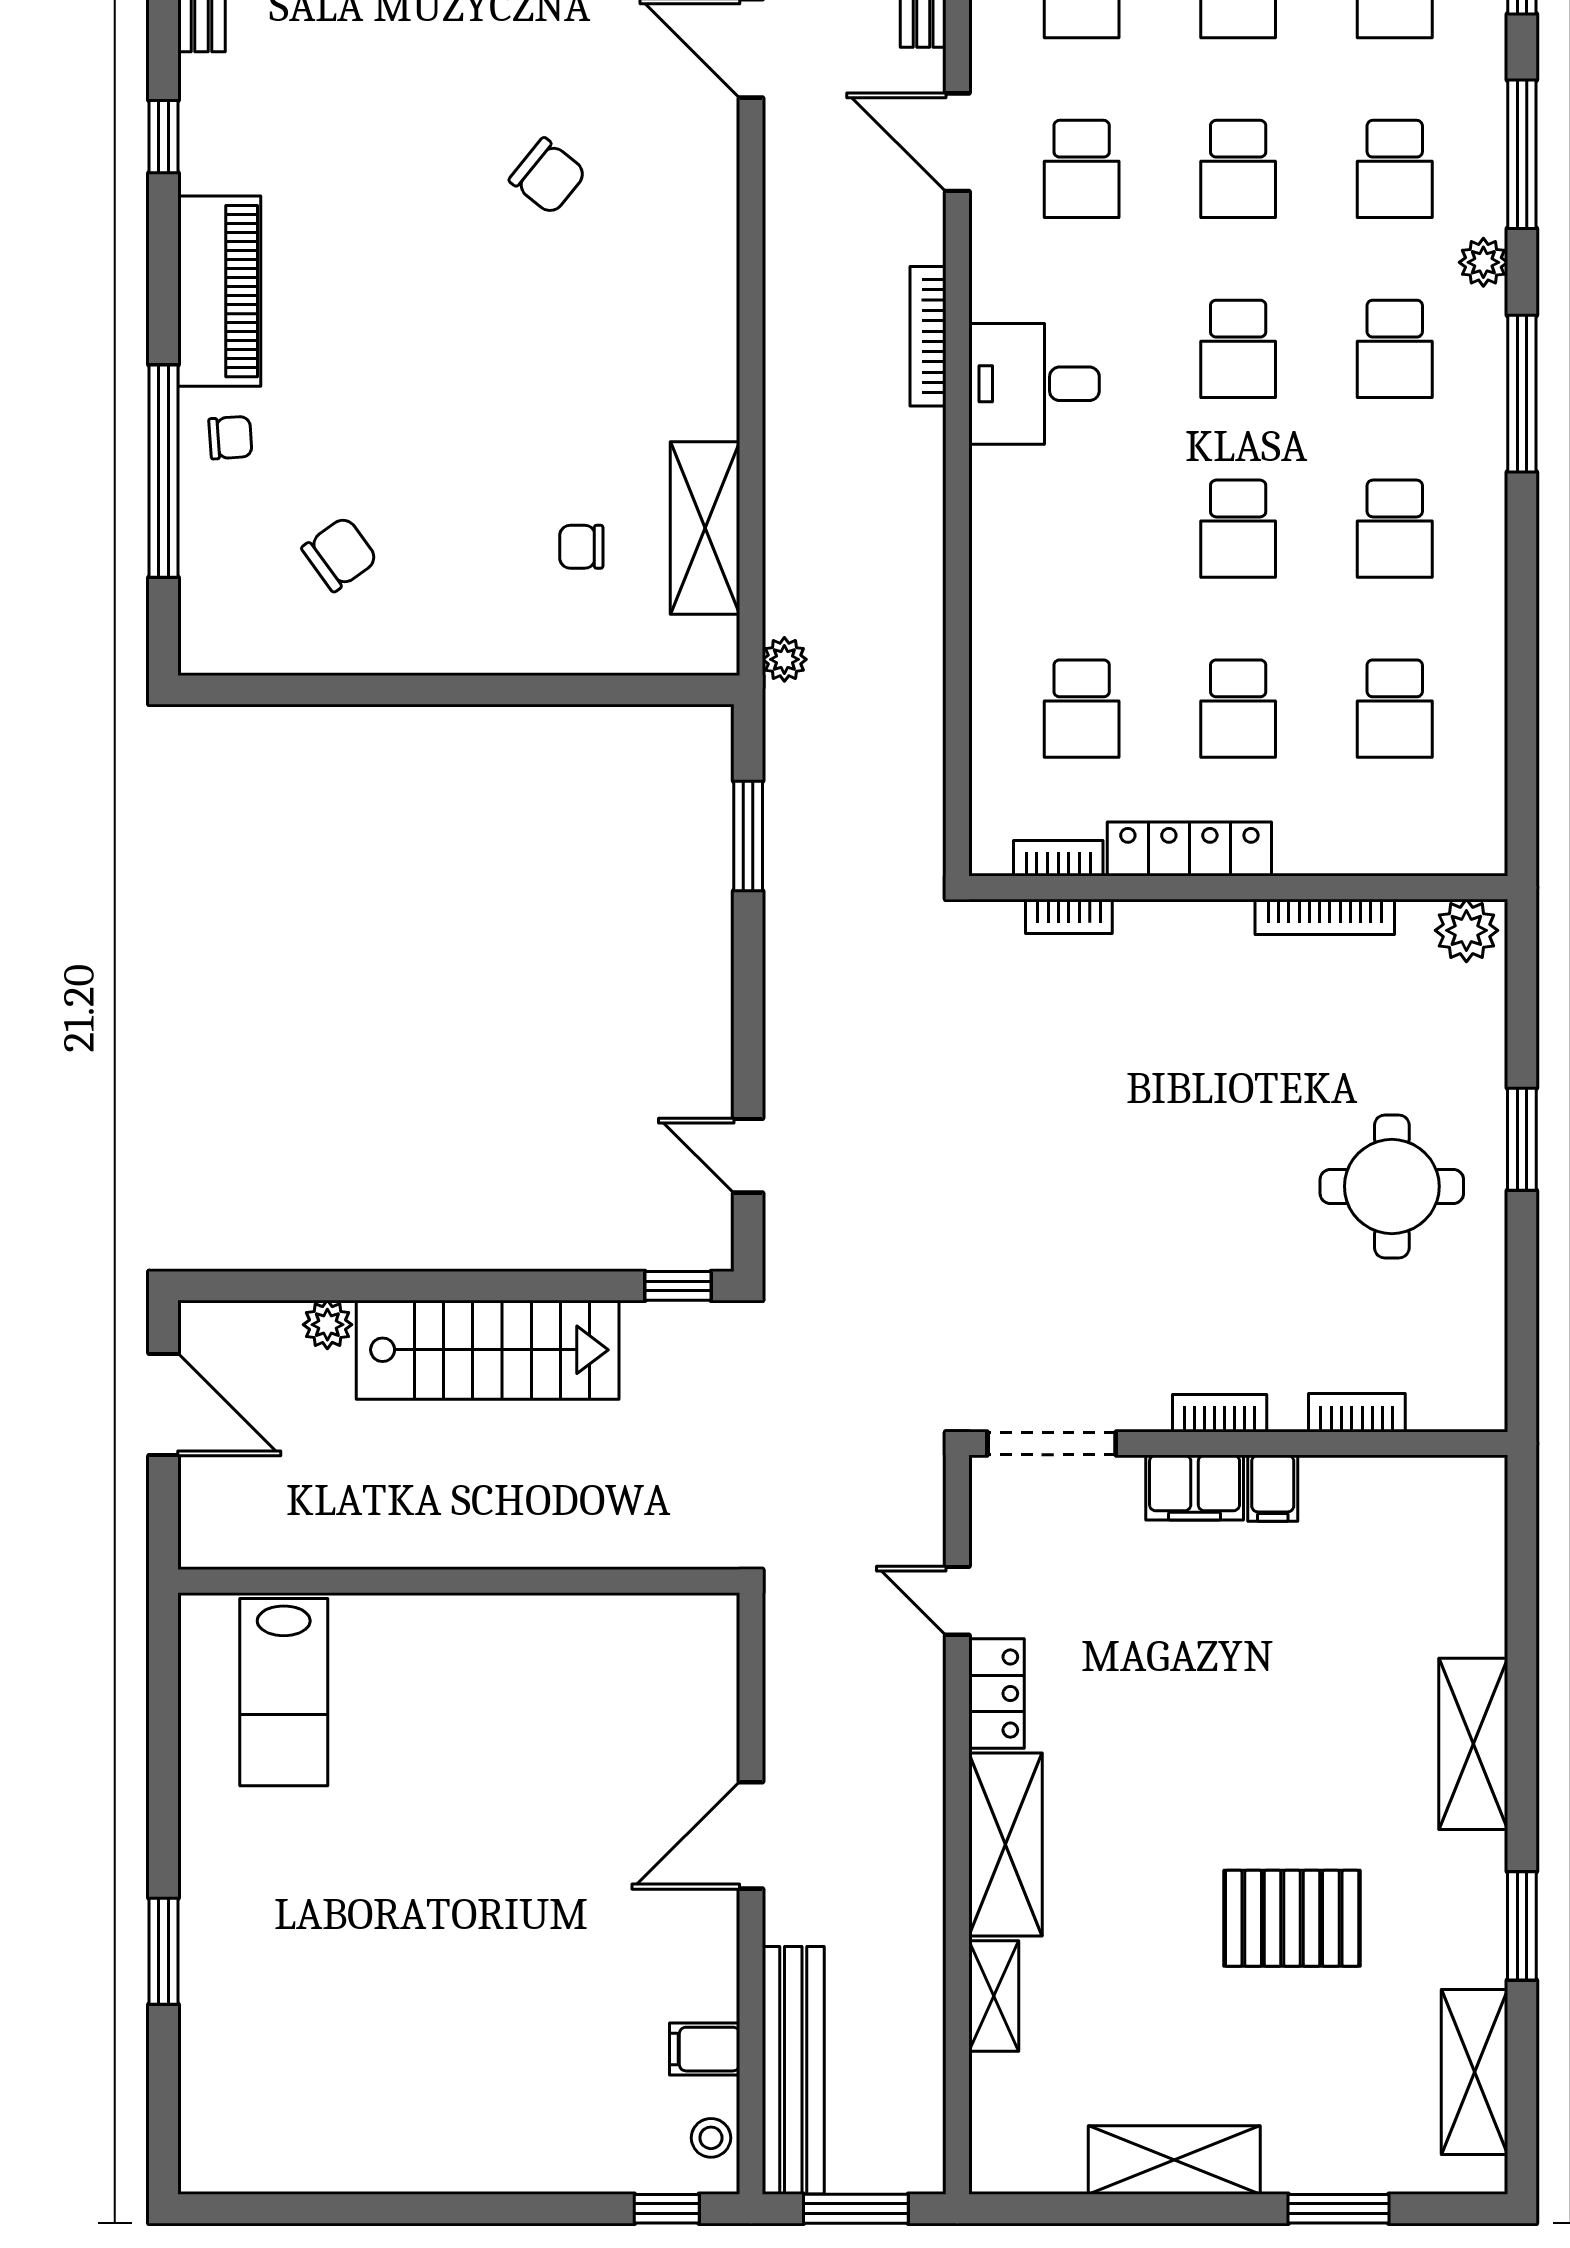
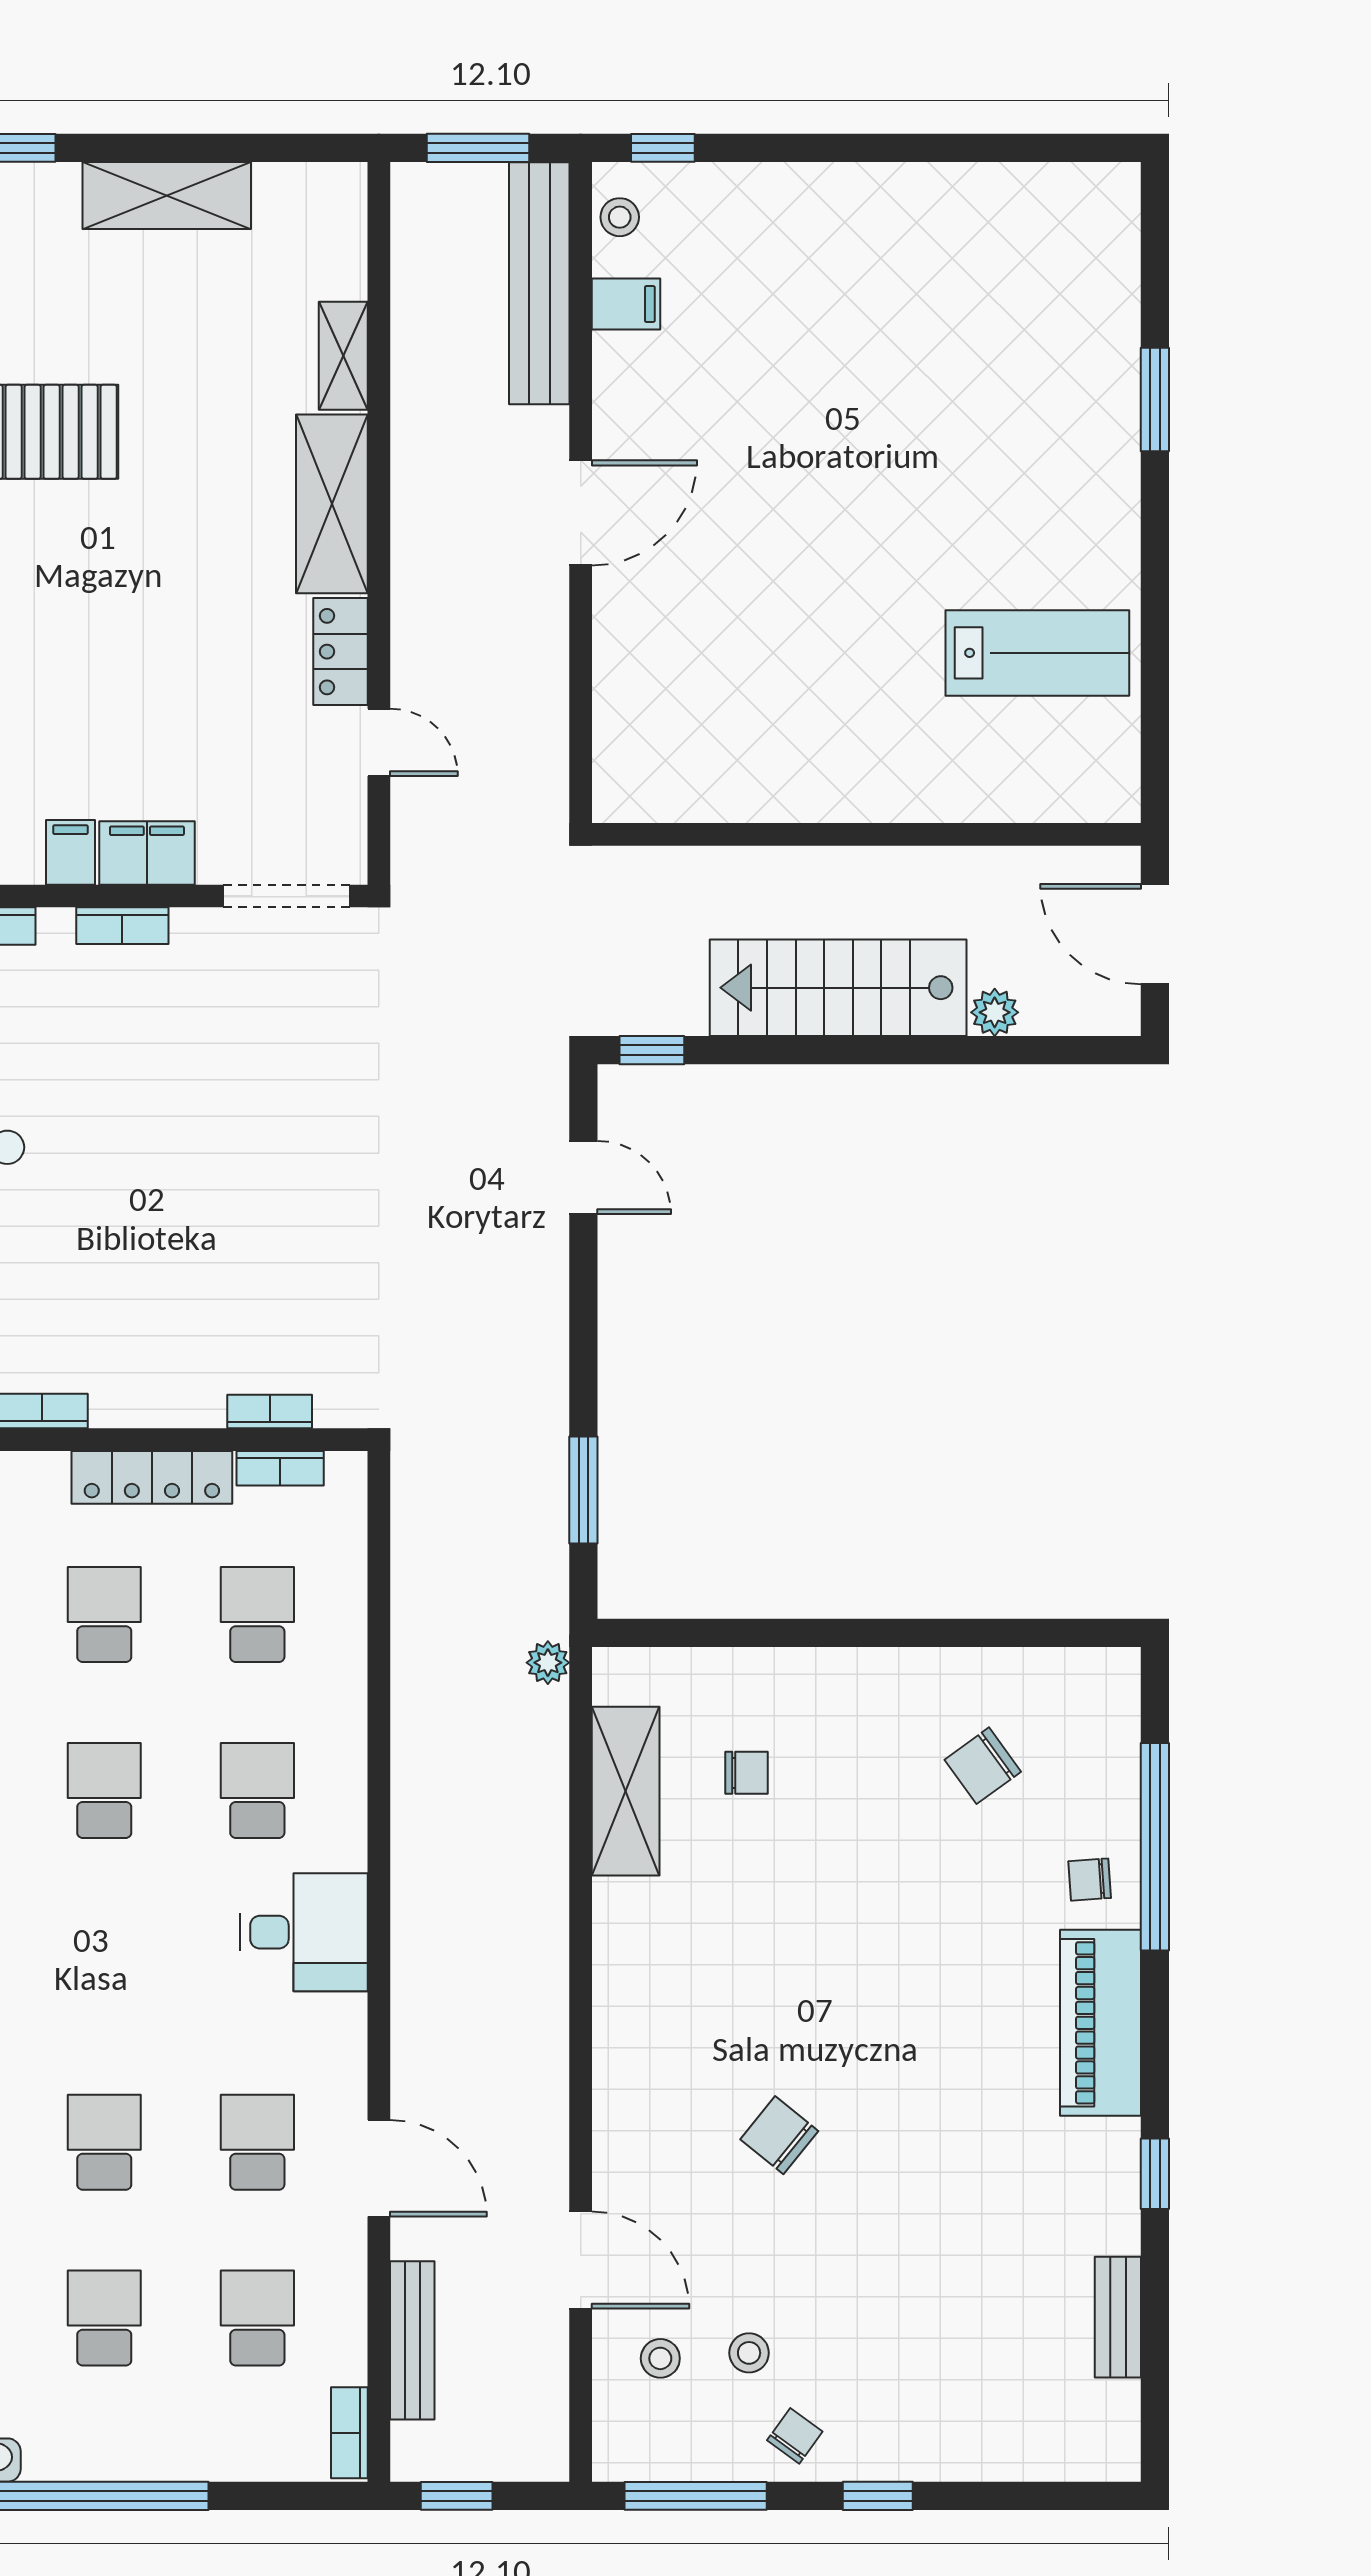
bookcase: (928, 336) -> (408, 1979), removed
school desk: (1238, 349) -> (257, 1790), moved
wall: (459, 1581) -> (866, 834), moved
lab bench: (284, 1692) -> (1037, 653), turned 90

